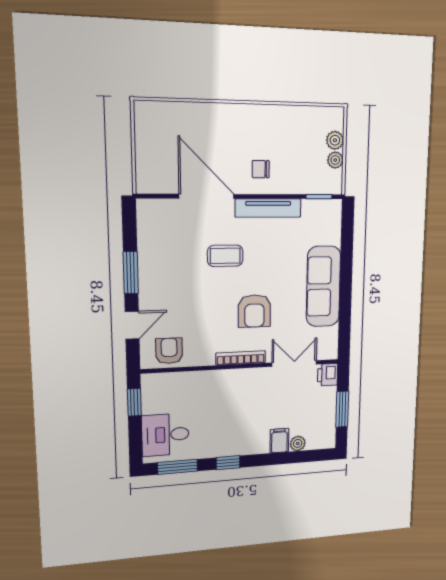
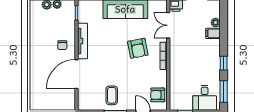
coffee table: (225, 256) -> (112, 95), moved
armchair: (254, 311) -> (138, 48), turned 79

